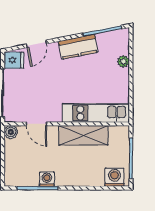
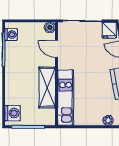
door: (37, 124) -> (57, 49), hinge flipped
washing machine: (47, 179) -> (11, 34), moved

